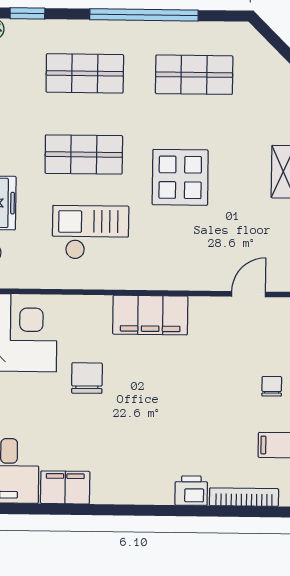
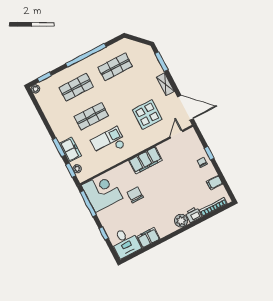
display table: (180, 177) -> (147, 114), moved
plant: (157, 489) -> (181, 221), added

